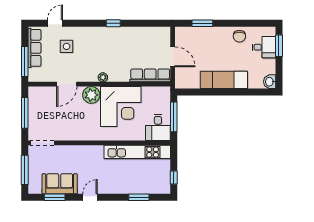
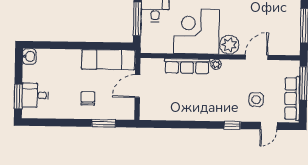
window: (113, 23) -> (232, 125), moved
chair: (239, 36) -> (88, 98), moved
door: (173, 57) -> (137, 86), hinge flipped
row of seats: (150, 75) -> (187, 66), moved
exam couch: (224, 80) -> (108, 60), moved

